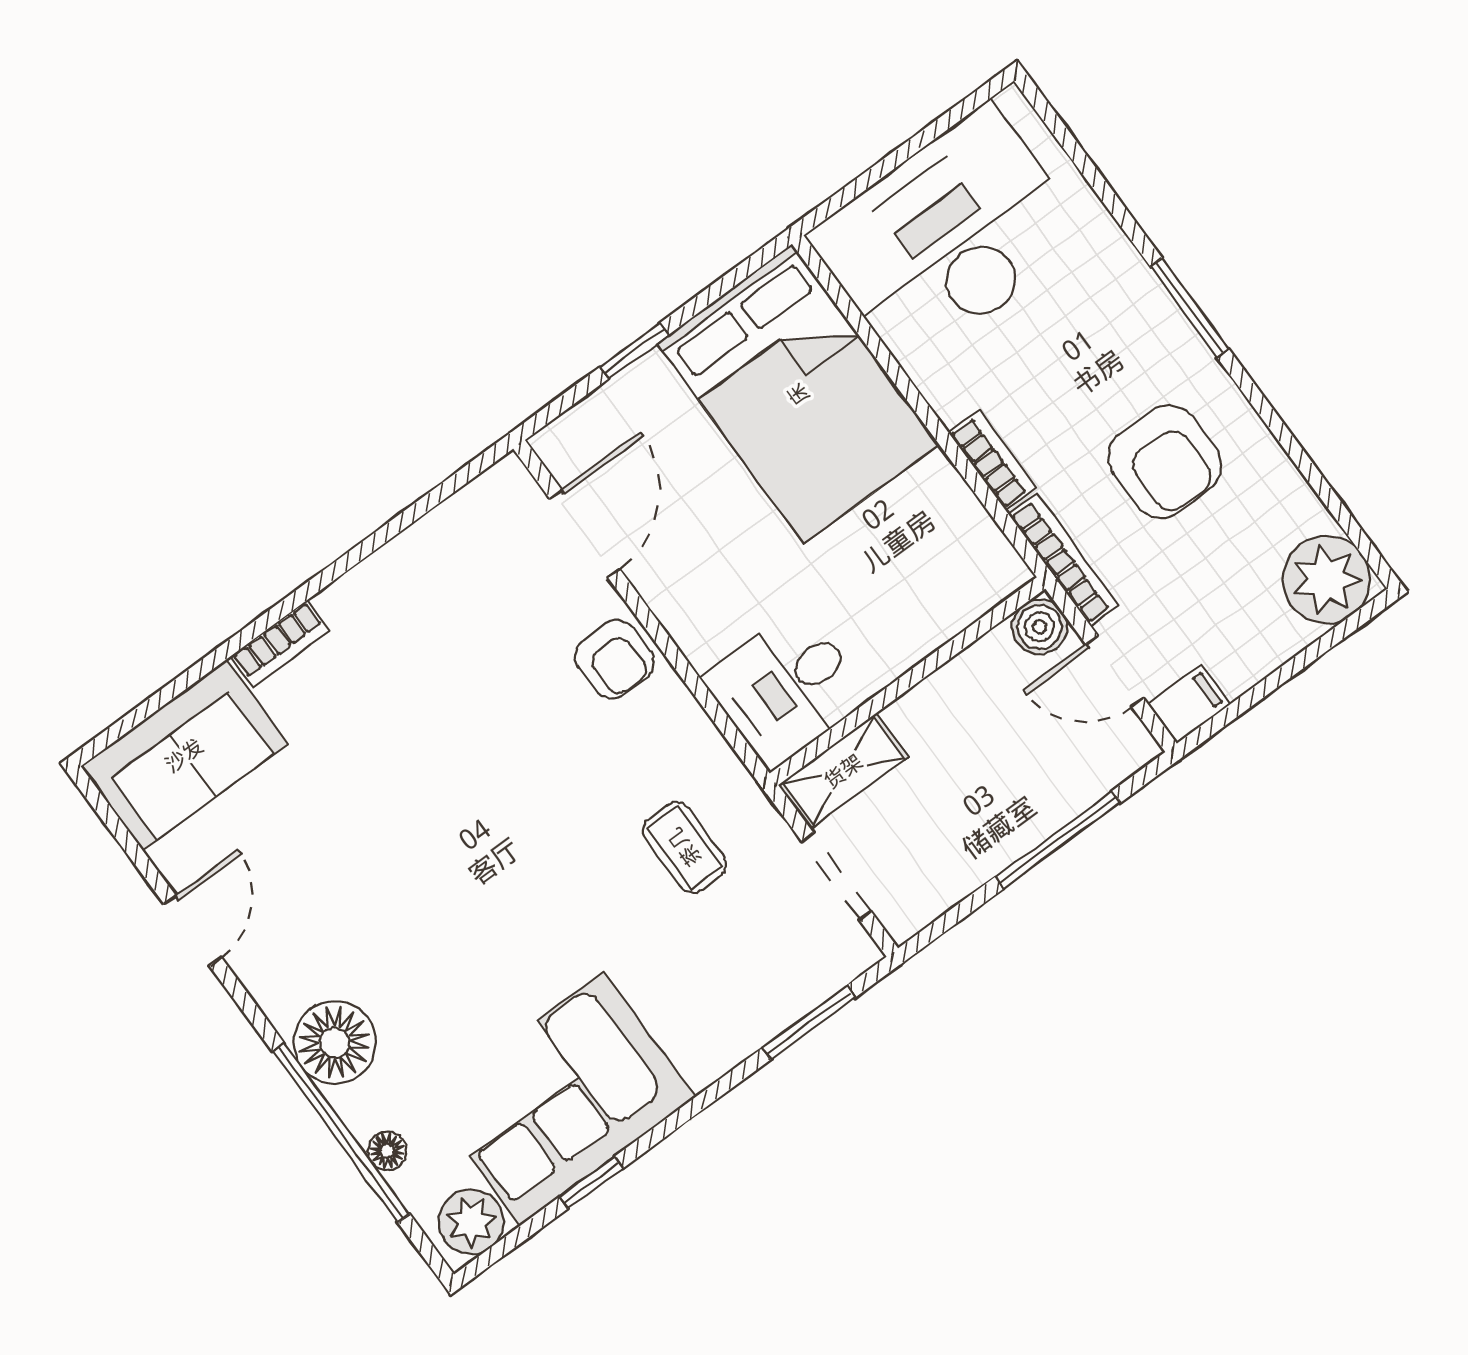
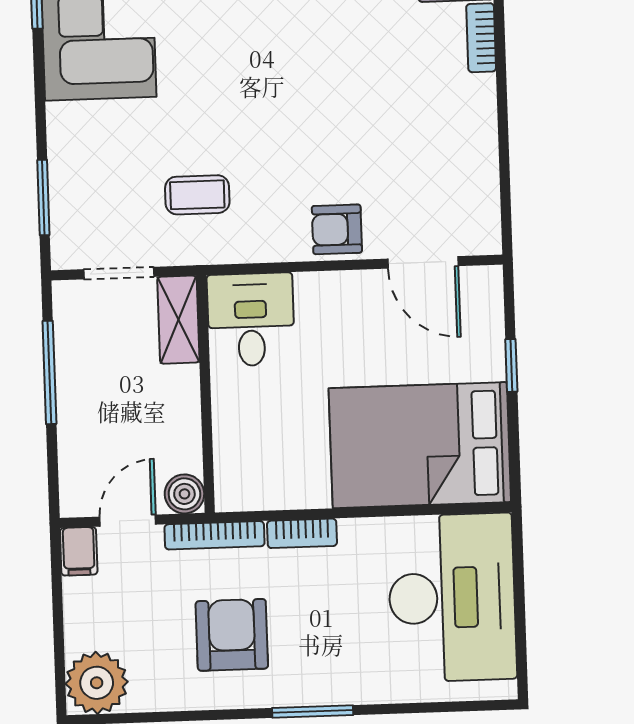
armchair: (1165, 461) -> (232, 635), turned 90
window: (1058, 840) -> (49, 372), moved

